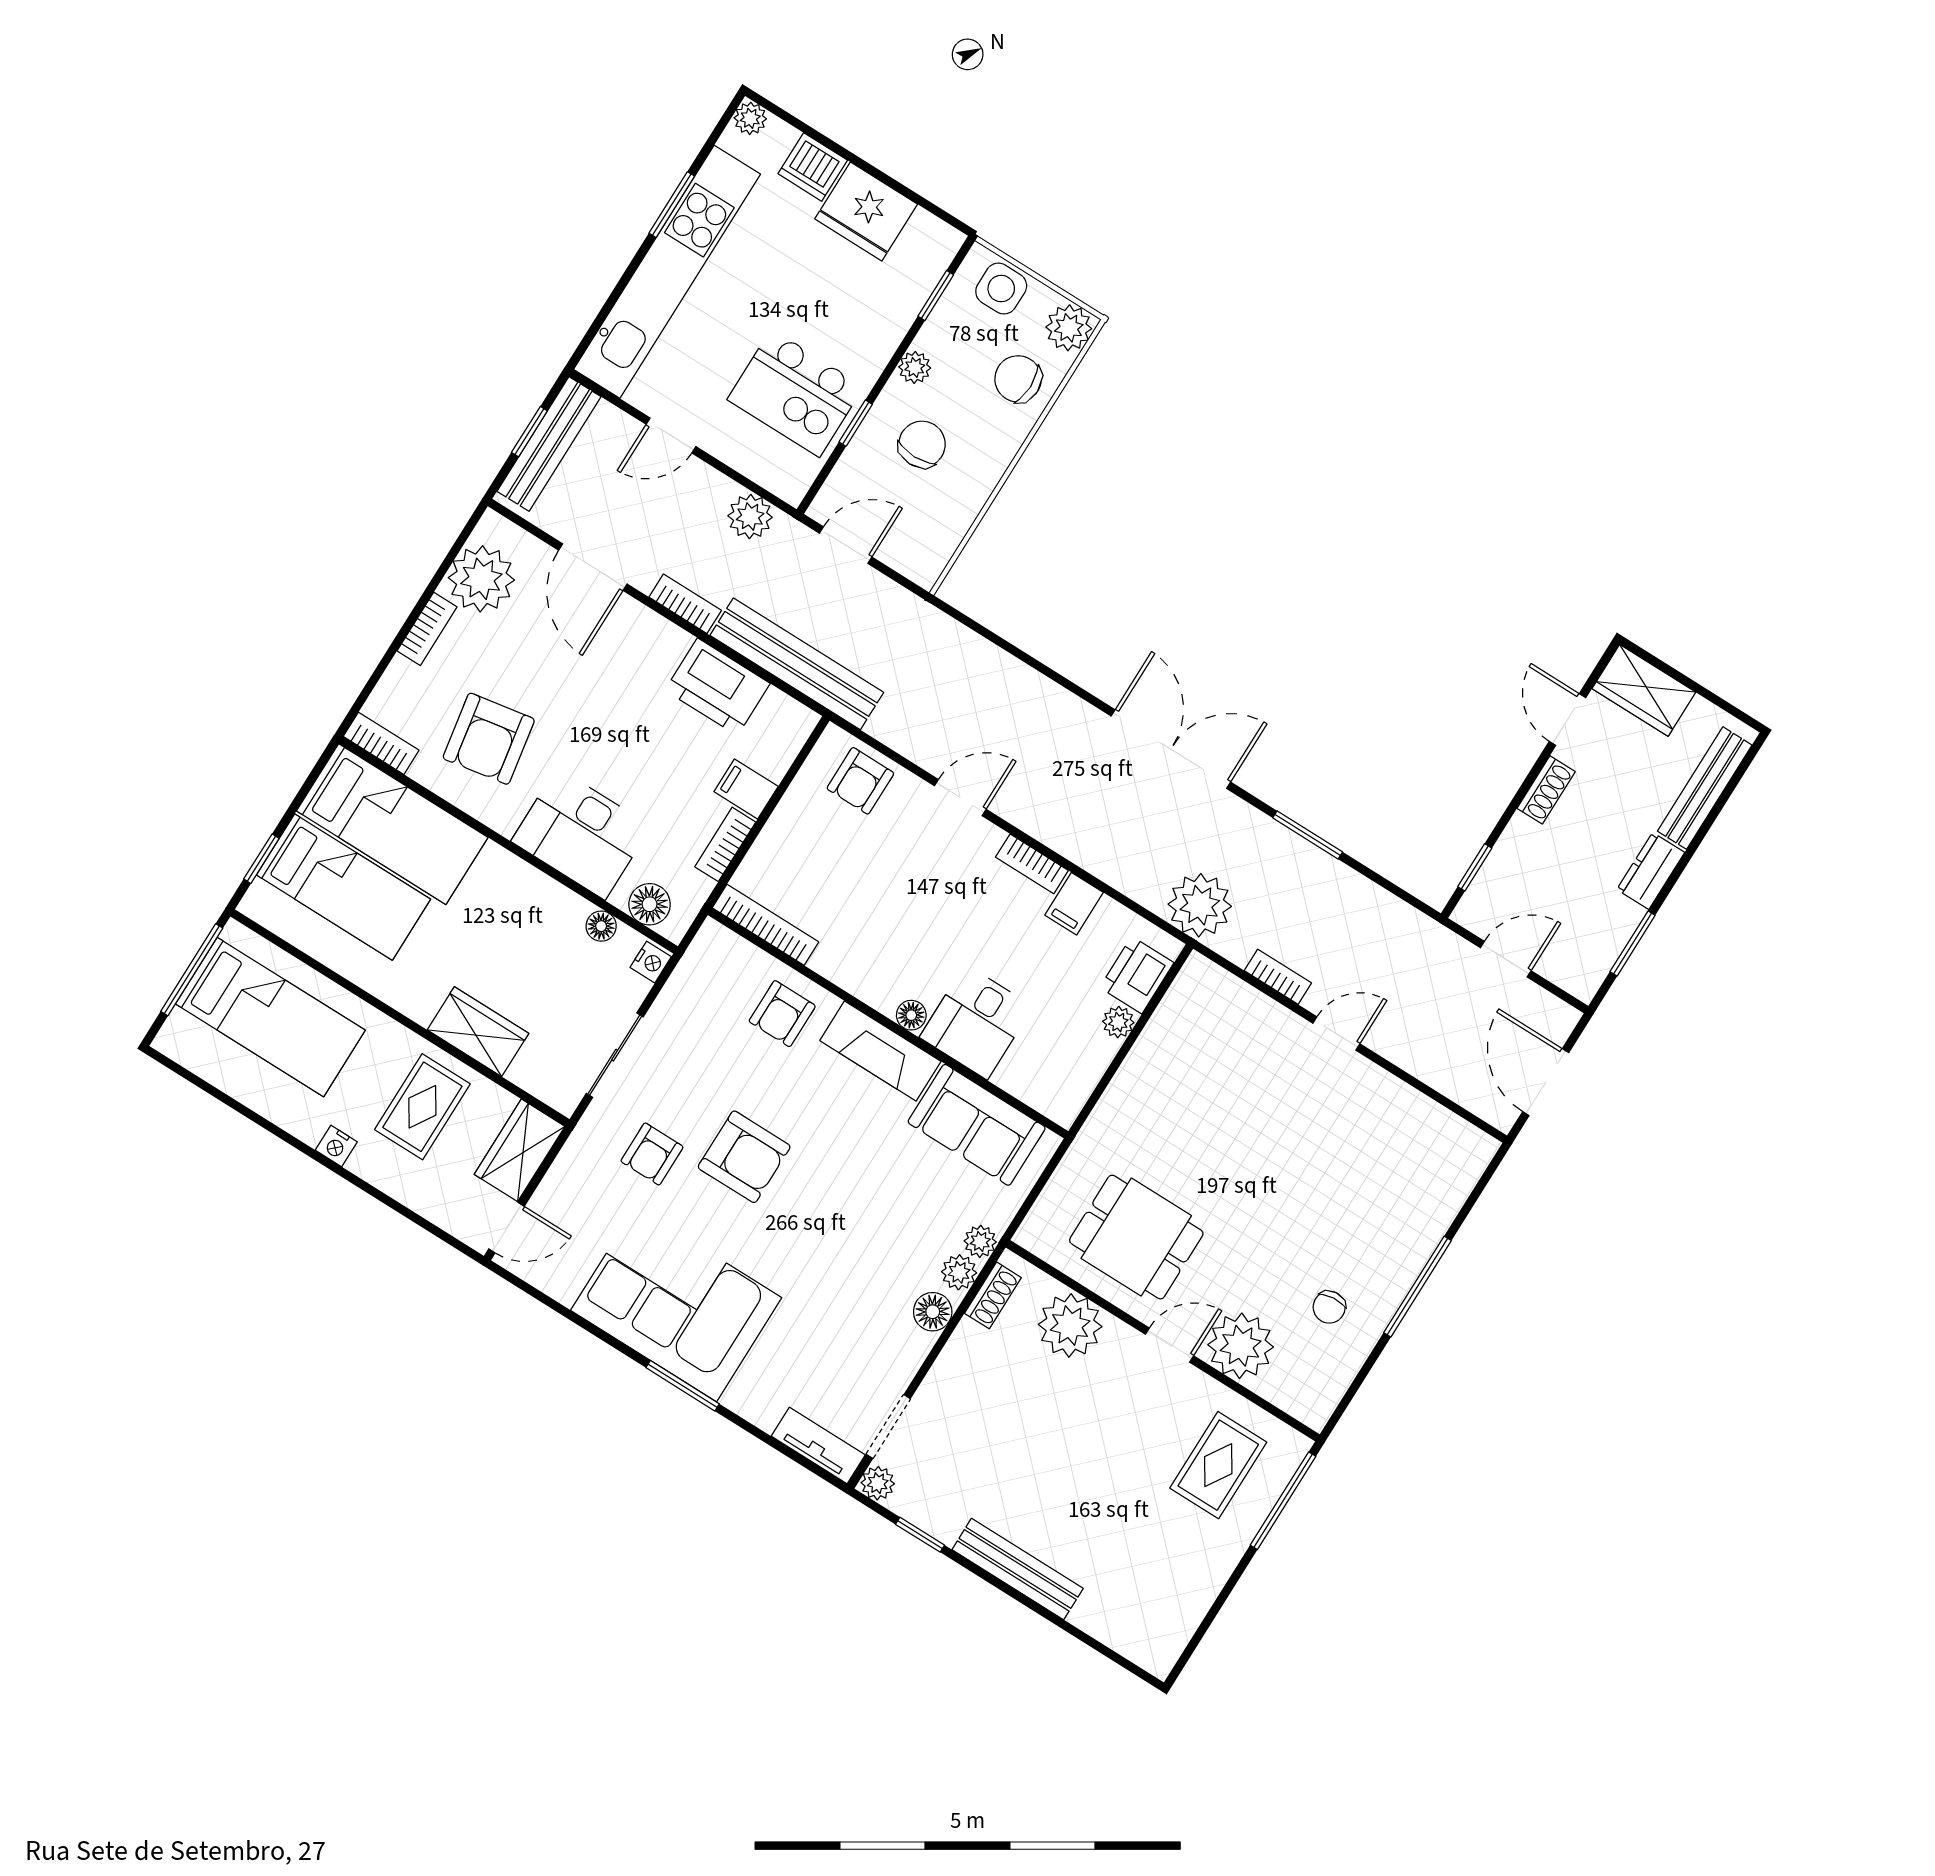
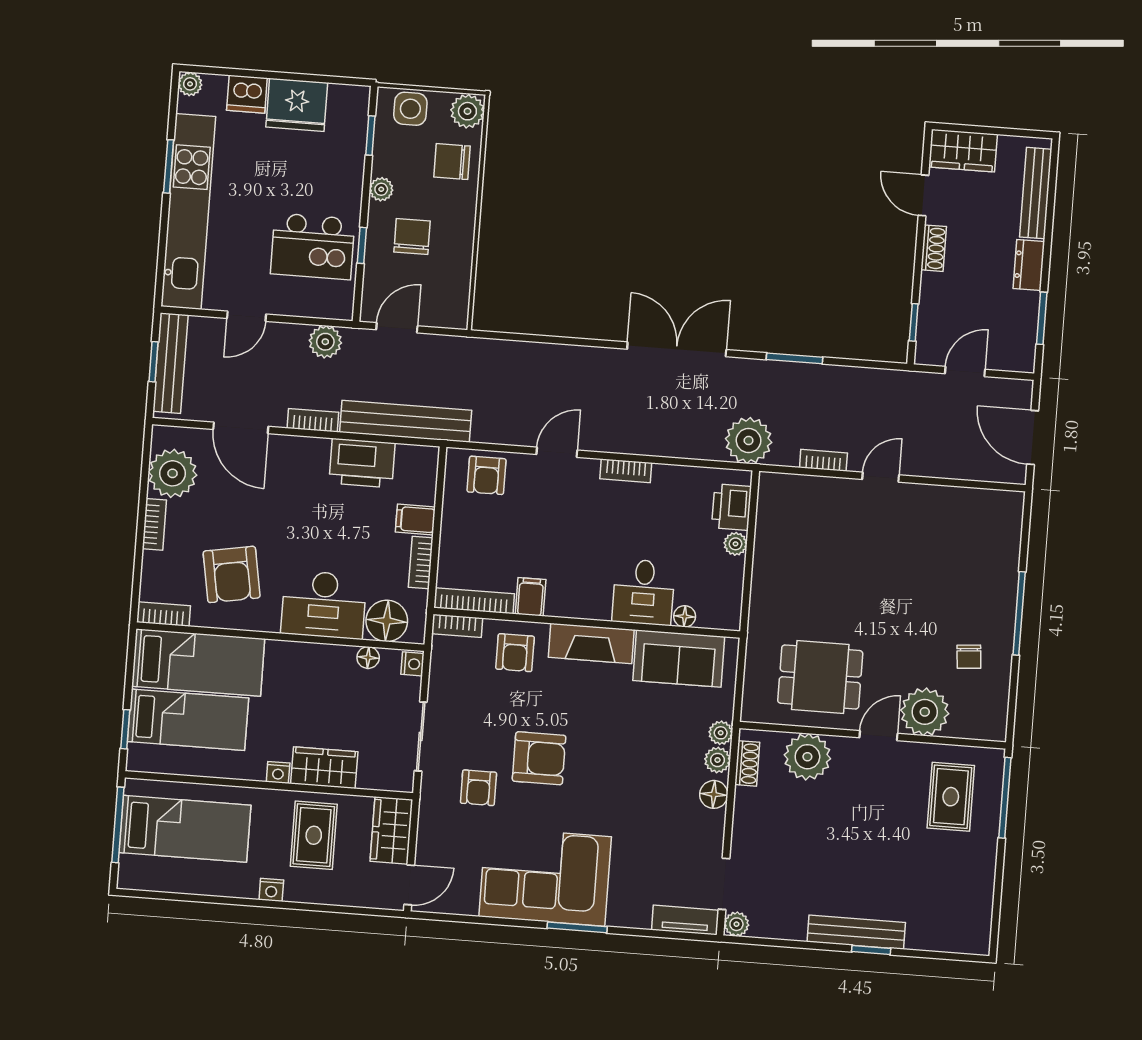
floor lamp: (650, 904) -> (387, 621), width x1.38, depth x1.38
filing cabinet: (1074, 904) -> (531, 597), moved, turned 180
bookcase: (729, 944) -> (457, 626), added
nightstand: (419, 1008) -> (278, 772), added
floor lamp: (911, 1015) -> (685, 616), moved
window: (920, 1535) -> (871, 950), moved

